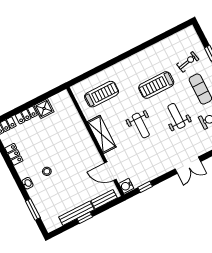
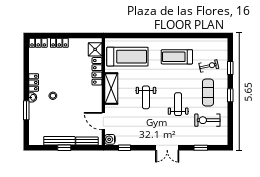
treadmill: (156, 85) -> (177, 57), moved
treadmill: (102, 94) -> (127, 57), width x1.37, depth x1.38
shower: (44, 108) -> (95, 49), moved
locker: (79, 124) -> (97, 71), added
locker: (14, 154) -> (34, 82), moved
window: (33, 209) -> (26, 110), moved

